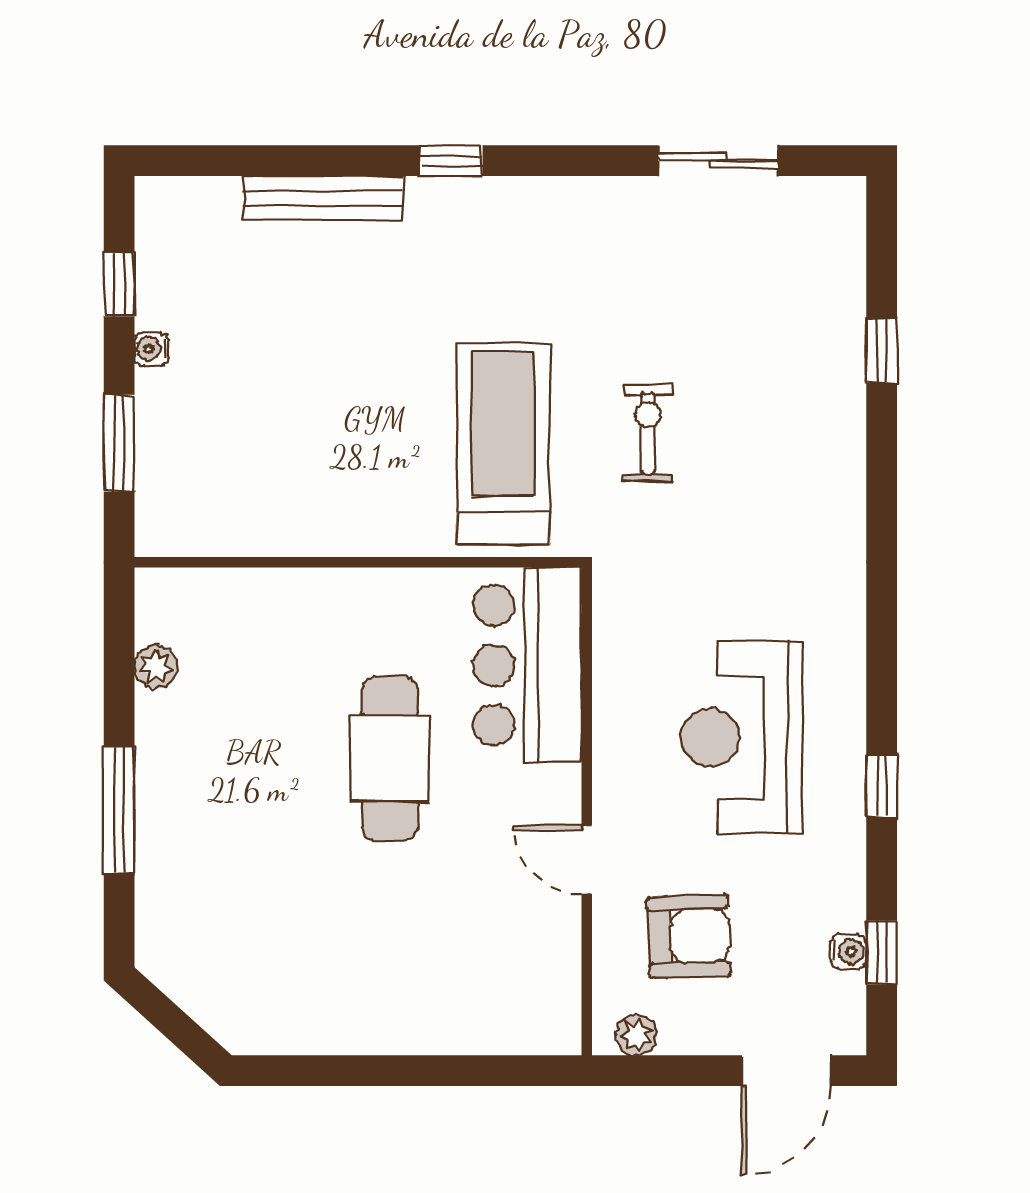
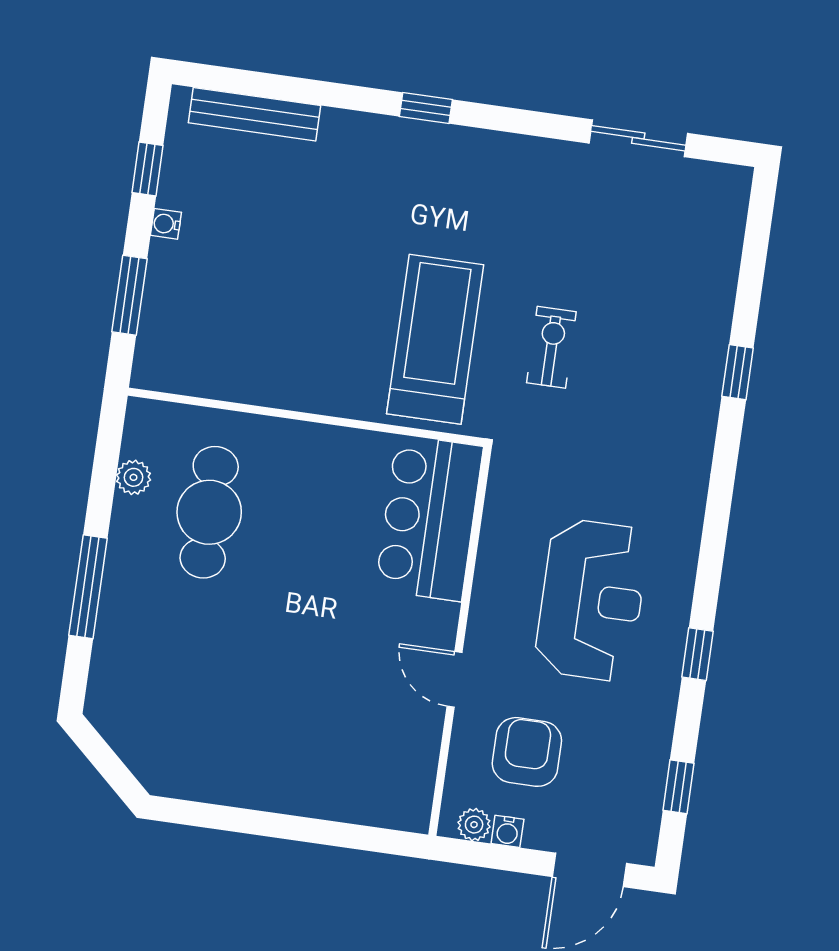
bench: (323, 198) -> (255, 114), moved
window: (882, 351) -> (738, 372), moved
reception desk: (742, 738) -> (592, 600), turned 180
cafe table: (390, 759) -> (209, 512), moved
armchair: (689, 936) -> (527, 752), turned -88
water cooler: (848, 951) -> (507, 831), moved, turned 90

